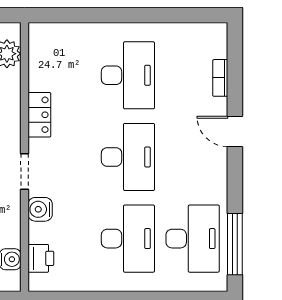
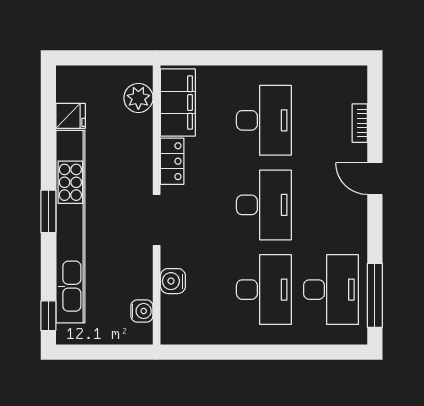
filing cabinet: (45, 58) -> (178, 103), added
doorway: (25, 171) -> (157, 220), width x1.38
water cooler: (40, 209) -> (173, 281), moved
printer: (41, 258) -> (174, 310), removed

